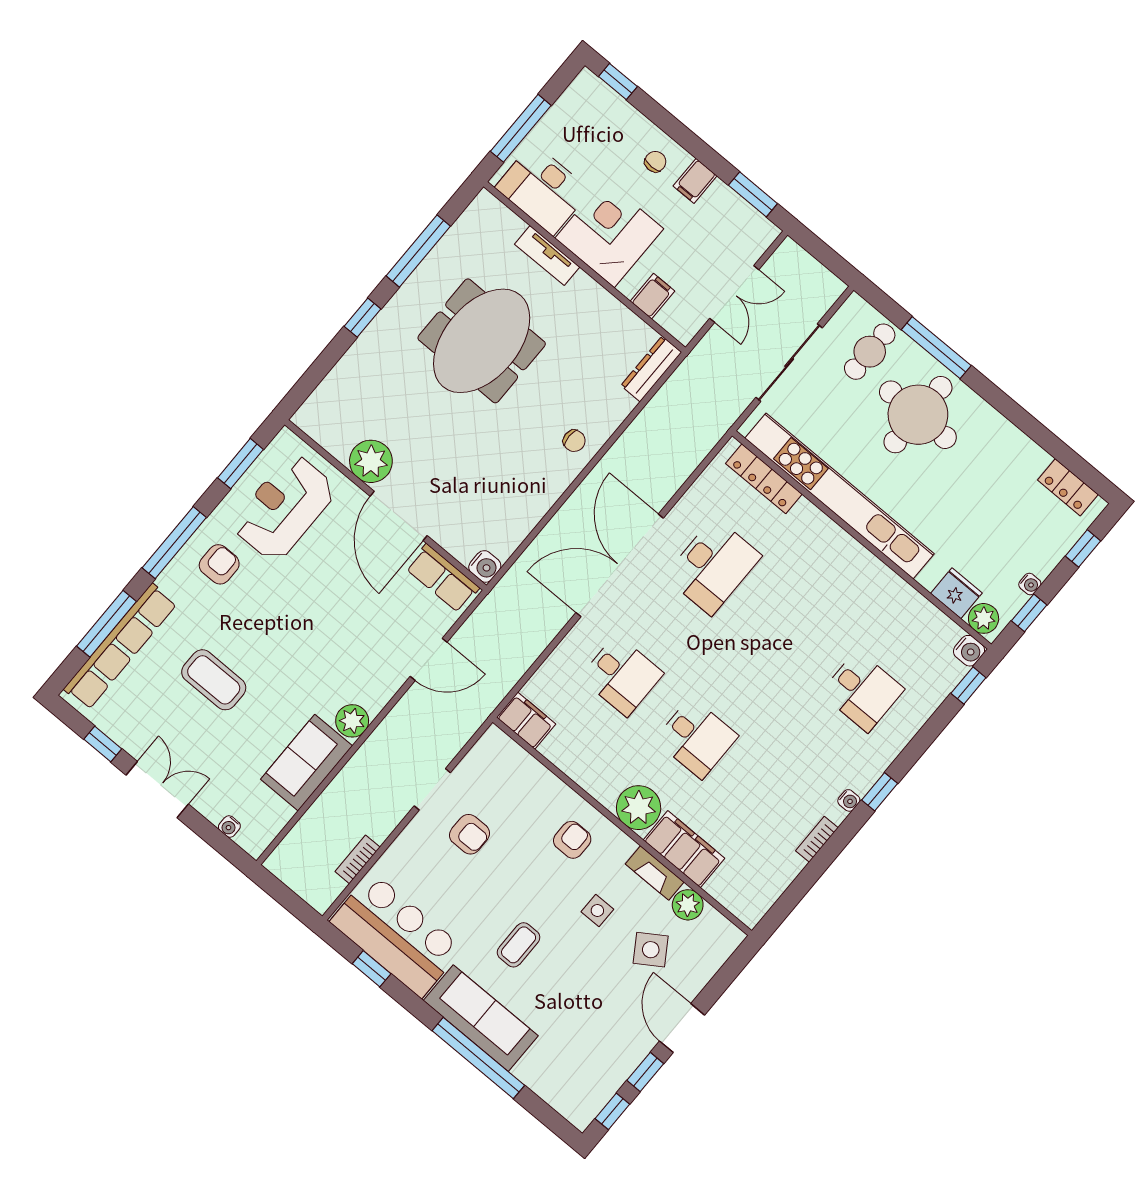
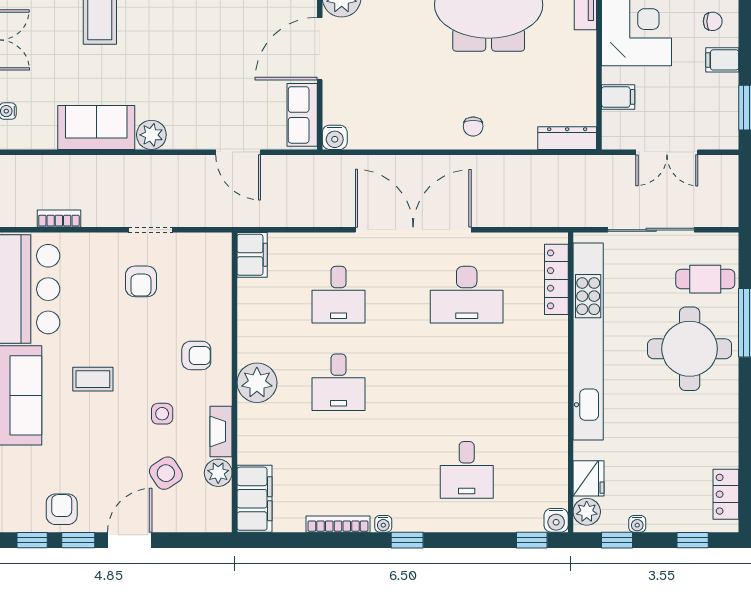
bookcase: (817, 839) -> (338, 524), width x1.56
filing cabinet: (684, 849) -> (254, 499), moved
armchair: (607, 1064) -> (62, 509), added

